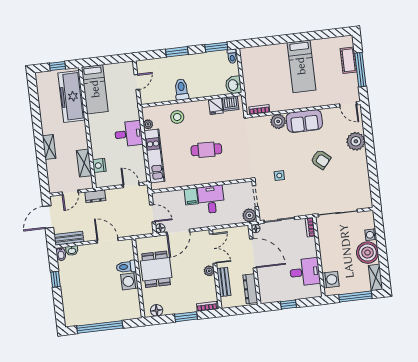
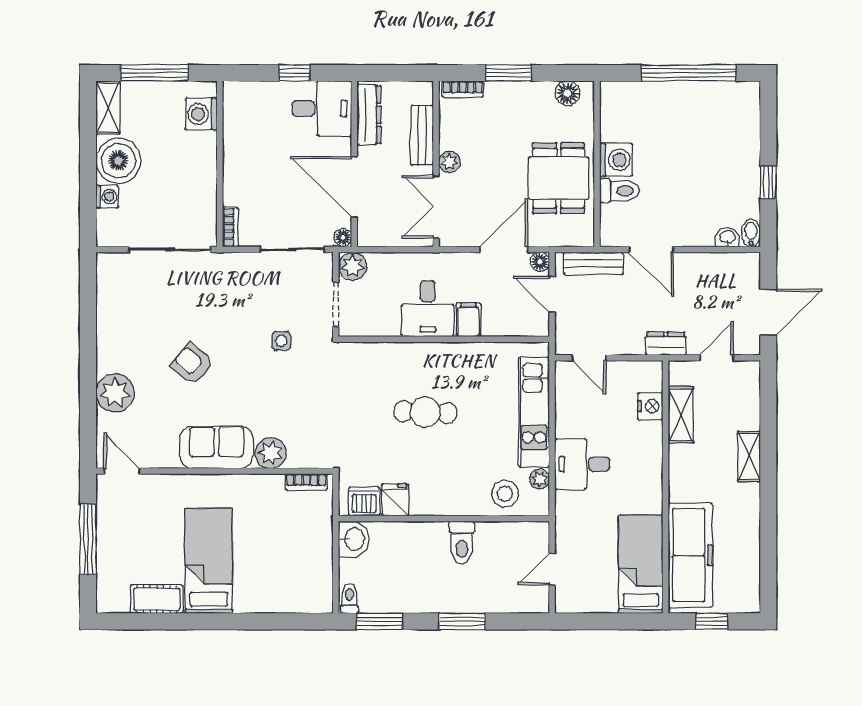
cot: (349, 60) -> (157, 599), moved, turned 90
stool: (177, 117) -> (505, 494), moved
bench: (69, 238) -> (593, 264), moved
desk: (305, 272) -> (322, 108), moved, turned 180

